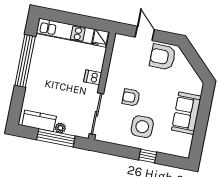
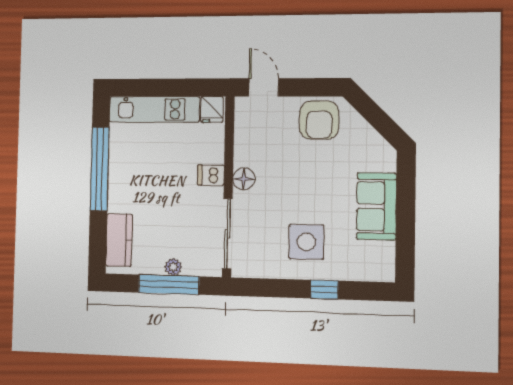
door: (145, 33) -> (264, 87), moved
armchair: (163, 57) -> (319, 120), turned -90
floor lamp: (112, 83) -> (244, 179), added
armchair: (131, 98) -> (279, 197), removed
kitchen counter: (39, 121) -> (119, 240), moved, turned 90

